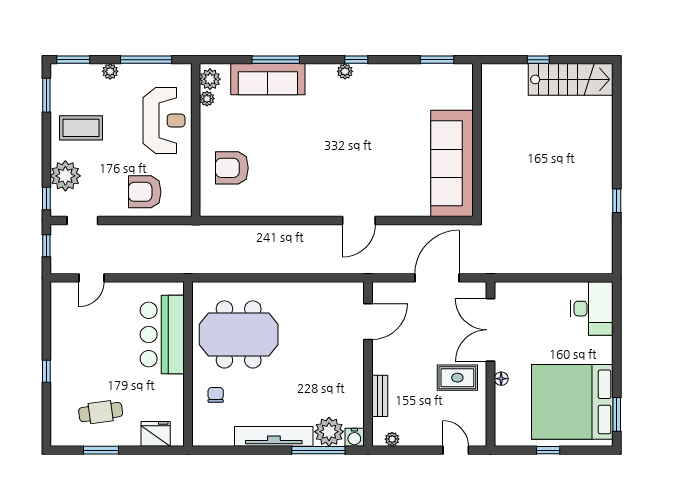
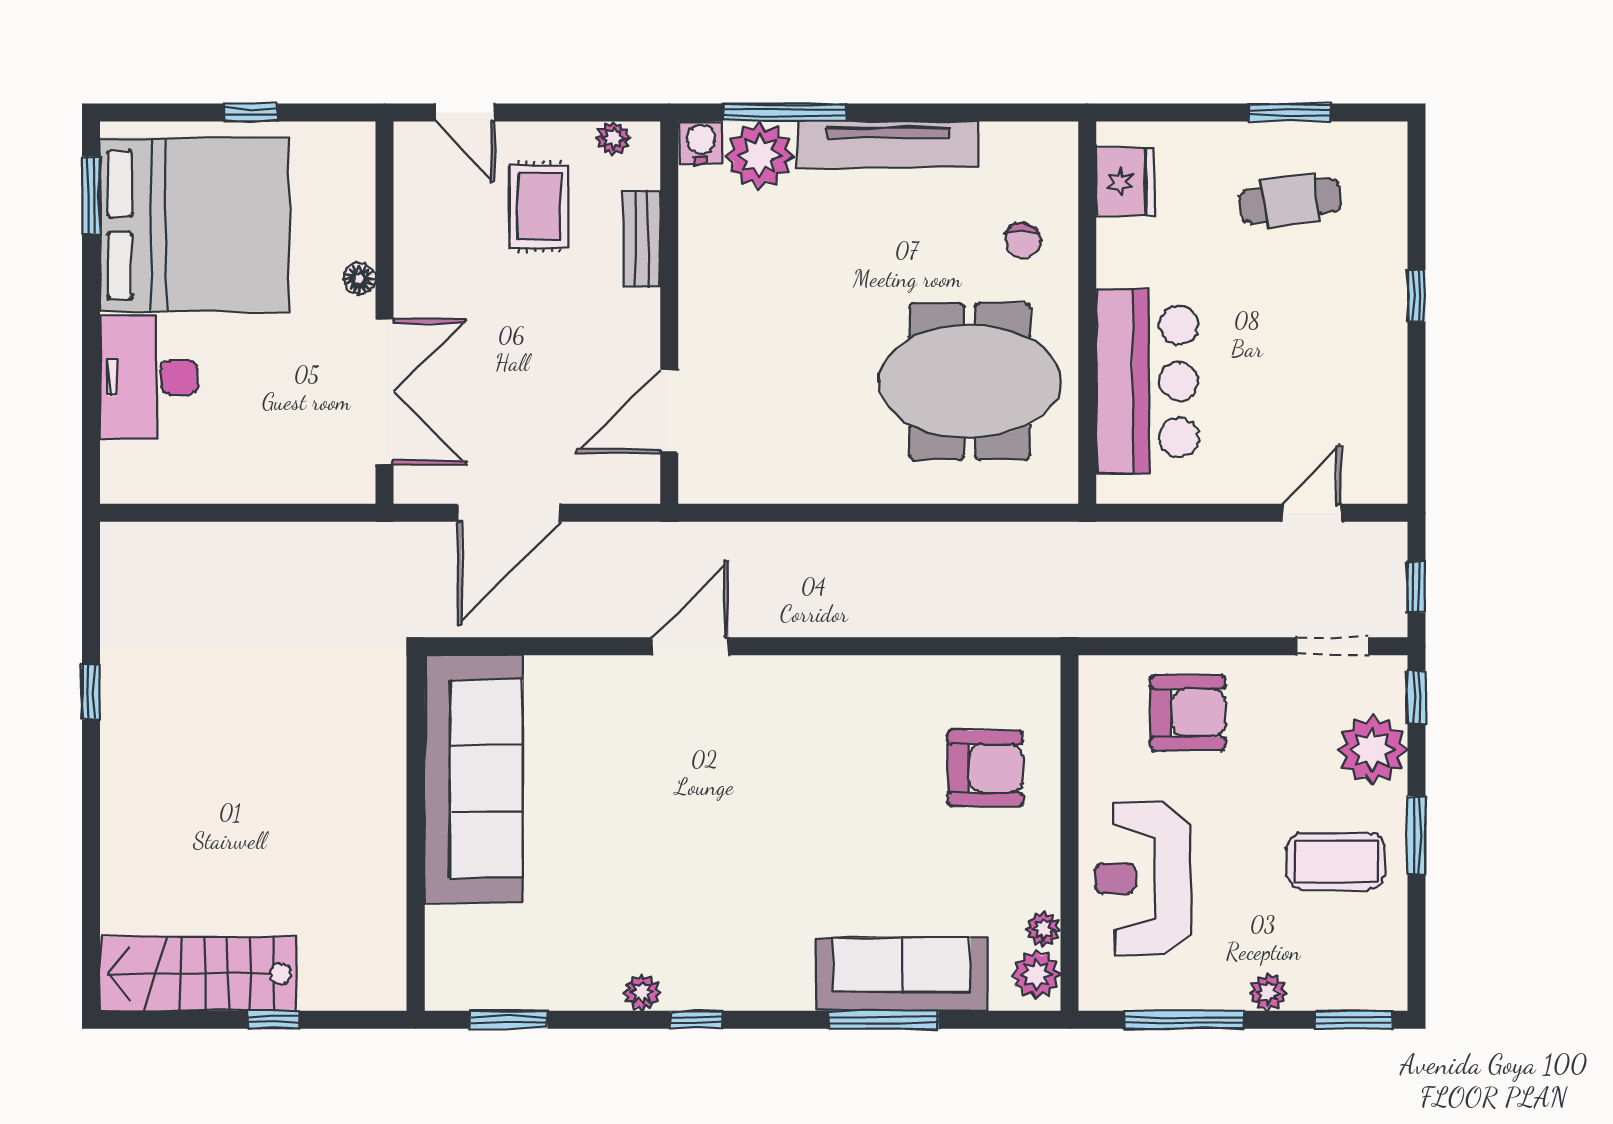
plant: (345, 71) -> (642, 993), moved
window: (46, 95) -> (1416, 835), moved
desk: (592, 309) -> (149, 377), moved
rug: (457, 378) -> (539, 207), moved, turned 90
fridge: (156, 434) -> (1125, 182), moved, turned -90

